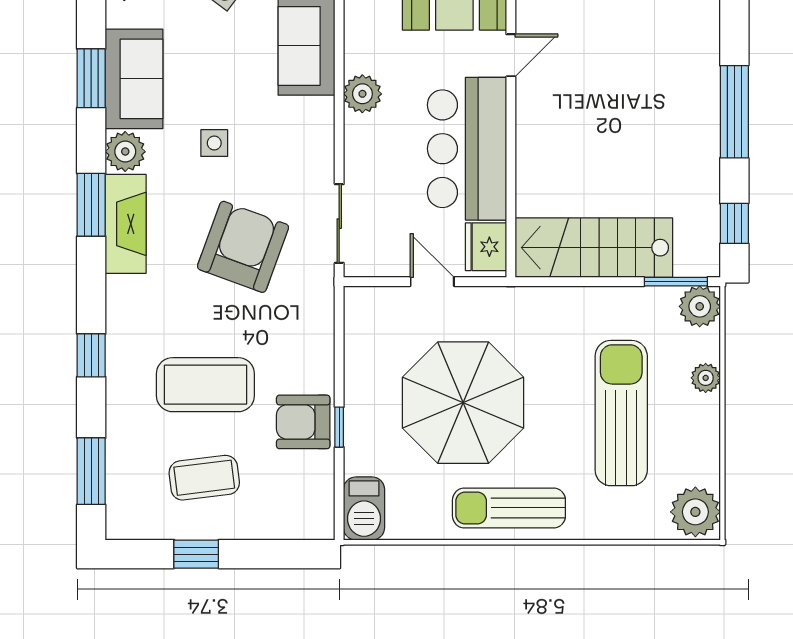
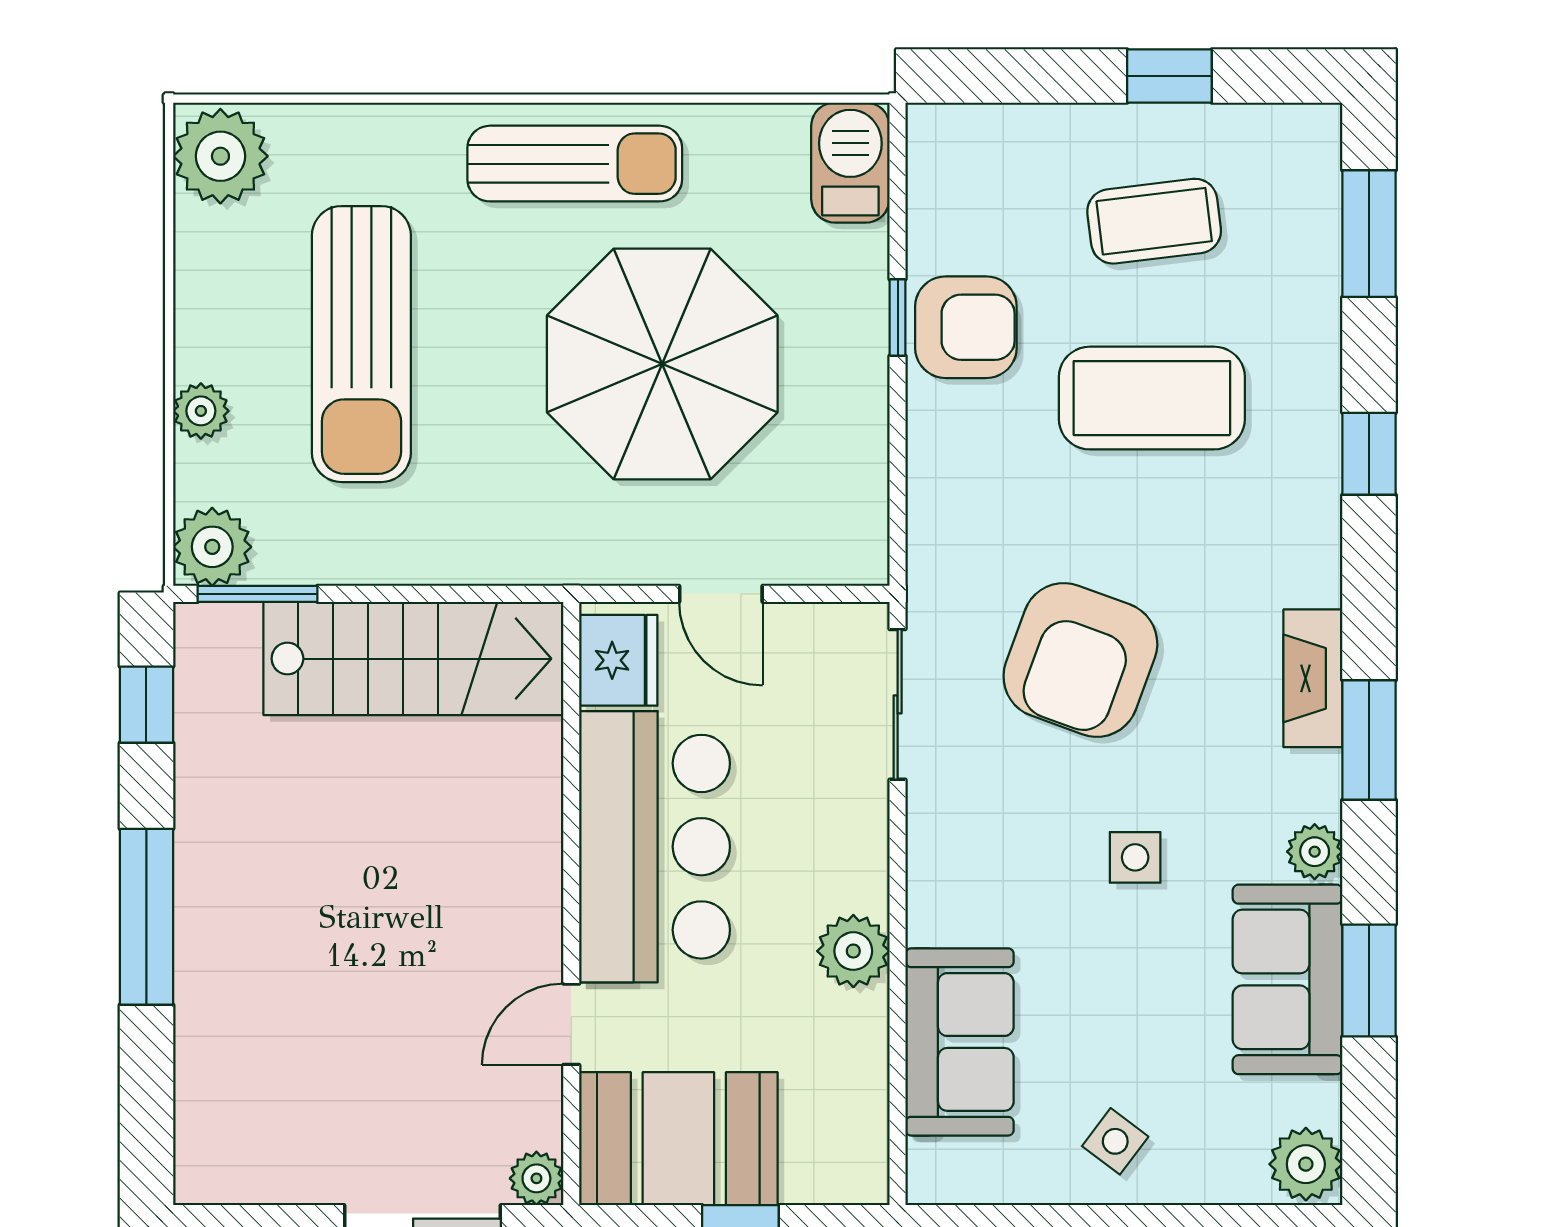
plant: (125, 152) -> (1315, 852), width x0.73, depth x0.73
fireplace: (126, 224) -> (1313, 678), width x0.73, depth x0.76

